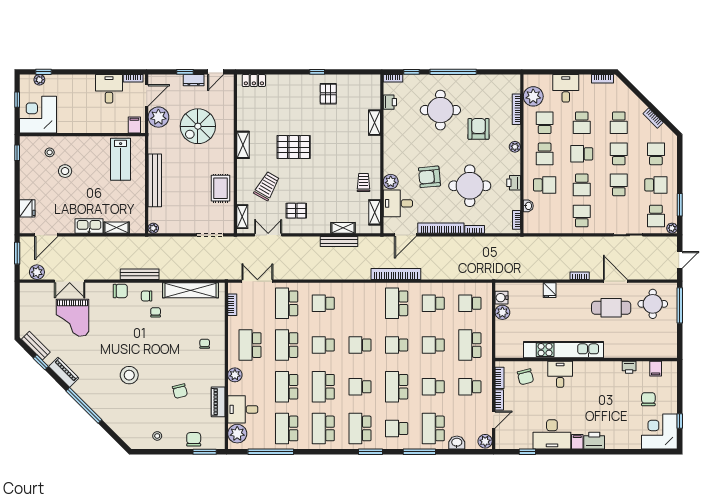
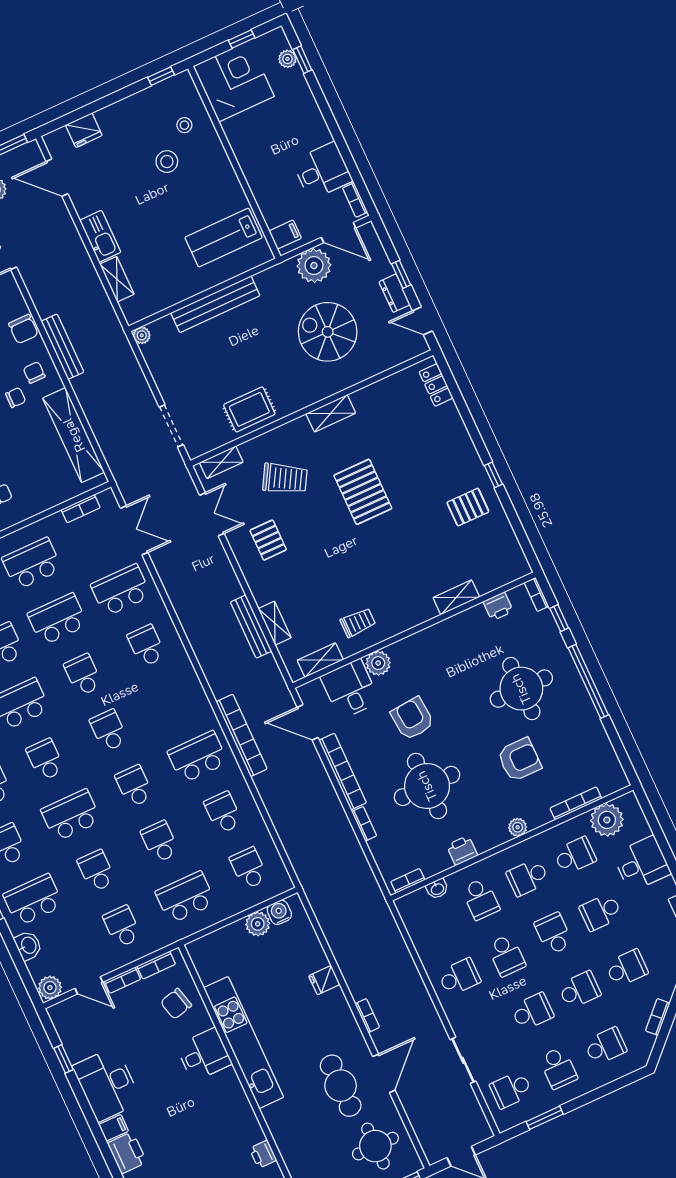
school desk: (619, 123) -> (627, 968), turned 180
school desk: (582, 185) -> (506, 955), turned -90
plant: (672, 228) -> (504, 1122), removed

